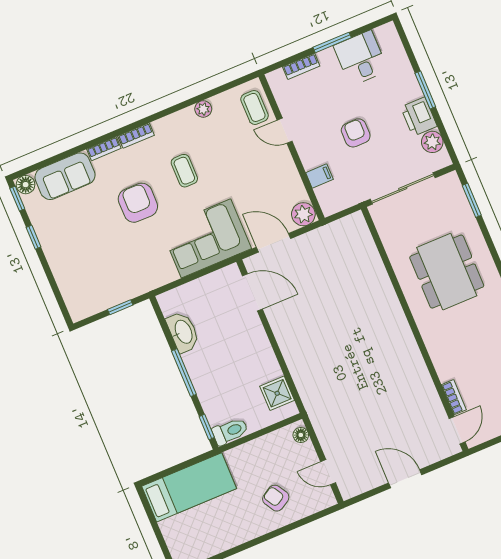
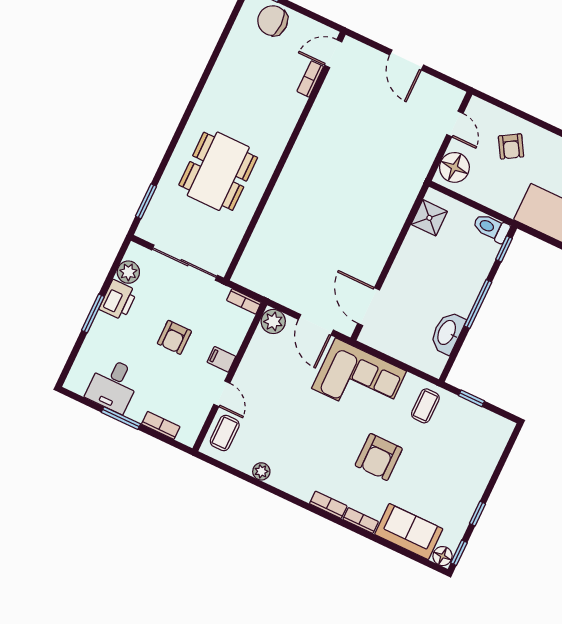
coffee table: (184, 171) -> (425, 406), moved
filing cabinet: (319, 176) -> (221, 359), moved
bookcase: (337, 206) -> (244, 301), added
floor lamp: (301, 435) -> (454, 167), width x1.89, depth x1.89

